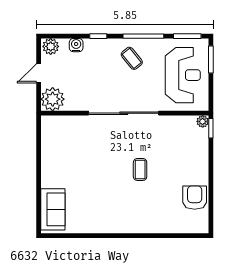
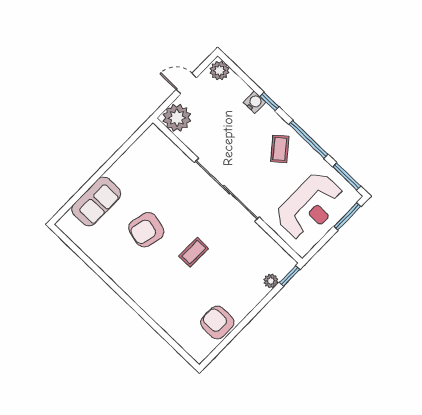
water cooler: (76, 45) -> (255, 102), moved
plant: (203, 121) -> (271, 281), moved
armchair: (99, 183) -> (146, 230), added
armchair: (195, 198) -> (217, 323), turned -90
sofa: (53, 209) -> (96, 201), moved

